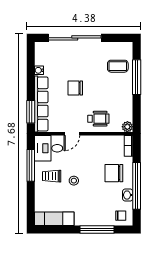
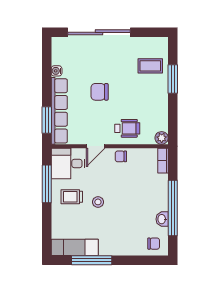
window: (137, 77) -> (173, 79), width x0.69
chair: (114, 173) -> (121, 156), moved, width x0.54, depth x0.54
window: (97, 230) -> (92, 260), moved

